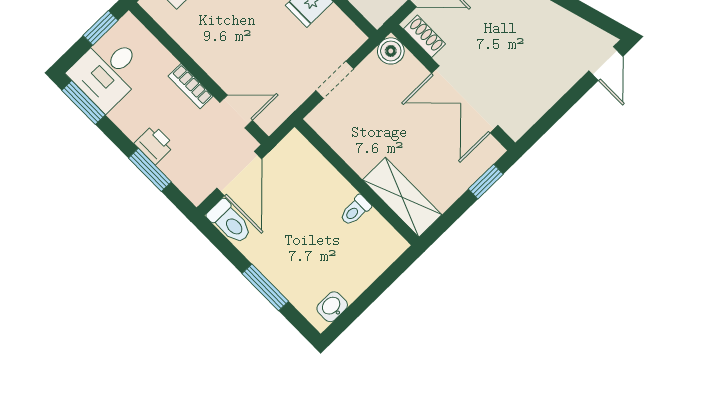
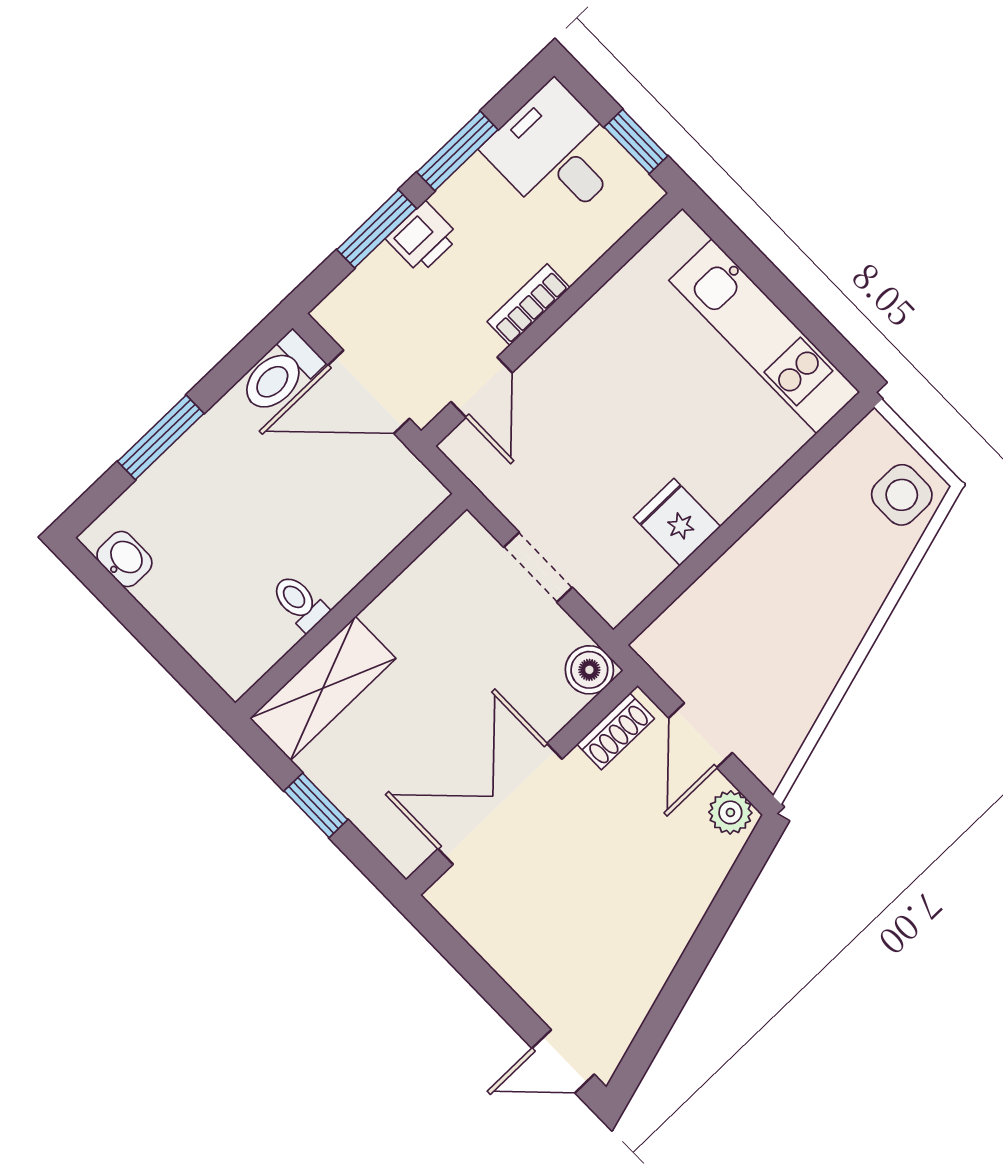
window: (84, 103) -> (457, 151), moved
window: (486, 182) -> (316, 805), moved

